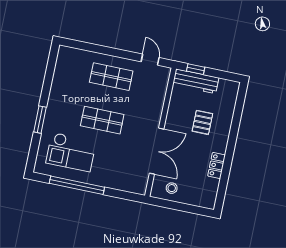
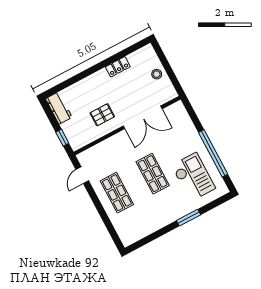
workbench: (196, 81) -> (59, 108), moved, width x0.73
pallet: (202, 122) -> (102, 115), moved
double door: (157, 151) -> (143, 117), swing flipped
stool: (172, 188) -> (157, 74), moved

